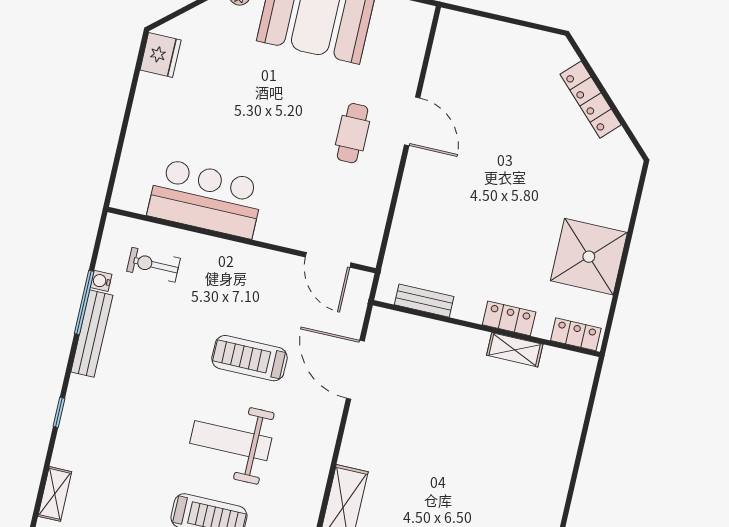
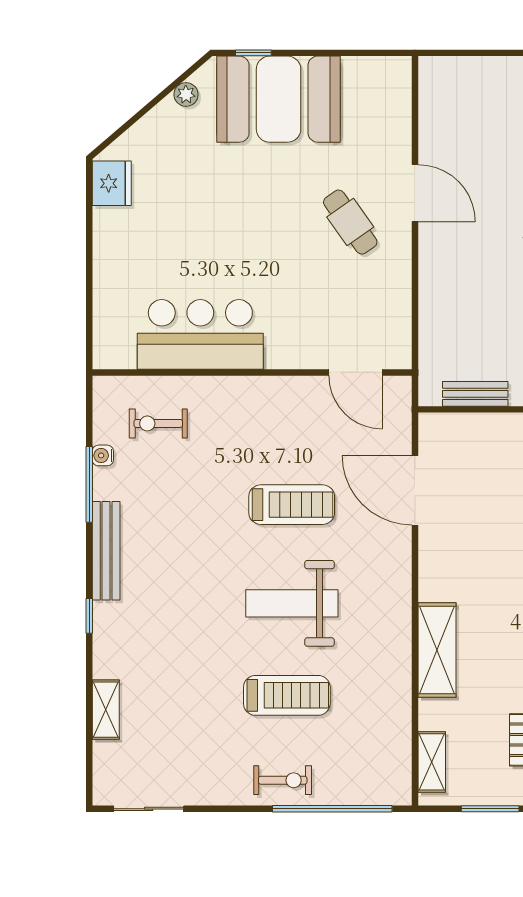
cafe table: (353, 133) -> (350, 222), turned -35
bench: (92, 334) -> (106, 551), moved
treadmill: (249, 358) -> (292, 505), turned 180

